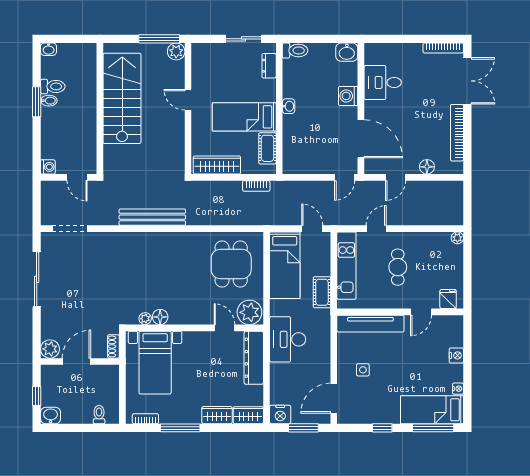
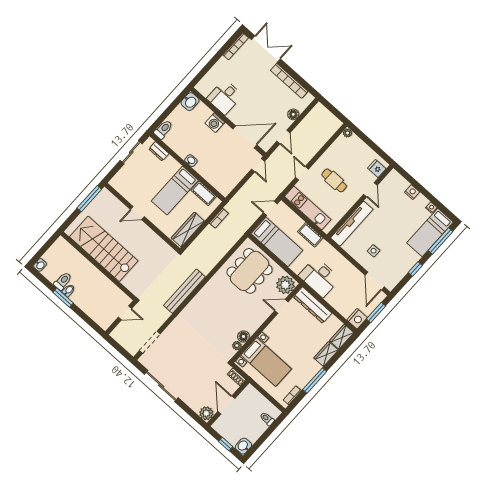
plant: (176, 51) -> (105, 196), removed
washing machine: (48, 167) -> (105, 324), removed
dining table: (231, 264) -> (250, 271), width x1.38

